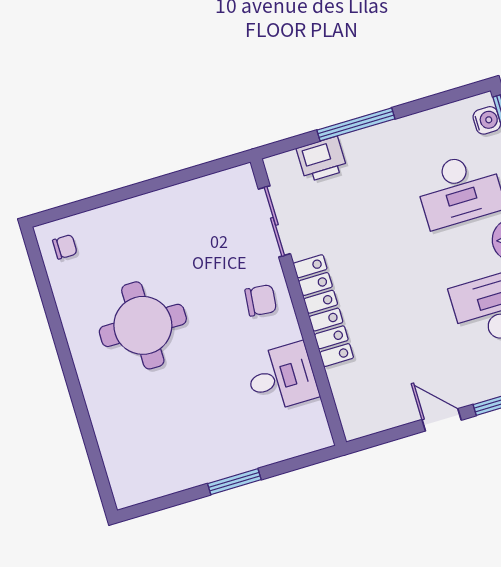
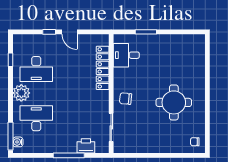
locker: (323, 311) -> (103, 68), moved
desk: (282, 377) -> (126, 55), moved
window: (234, 482) -> (146, 32), moved

